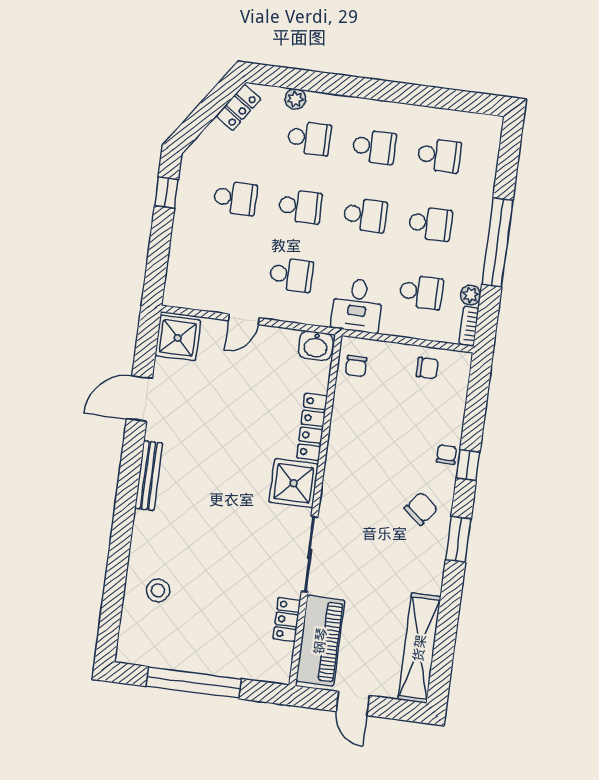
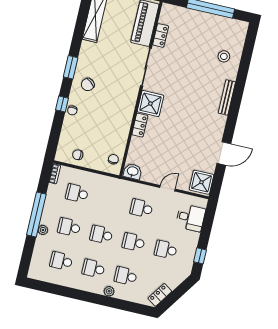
plant: (295, 99) -> (109, 291), moved
plant: (471, 295) -> (43, 230), moved
desk: (357, 305) -> (191, 218), moved, turned 90
locker: (312, 427) -> (140, 125), width x0.66
bench: (149, 476) -> (227, 97), moved

